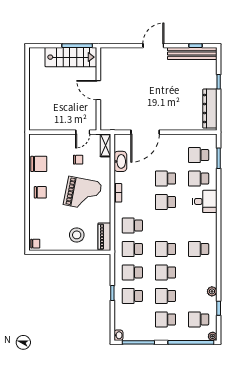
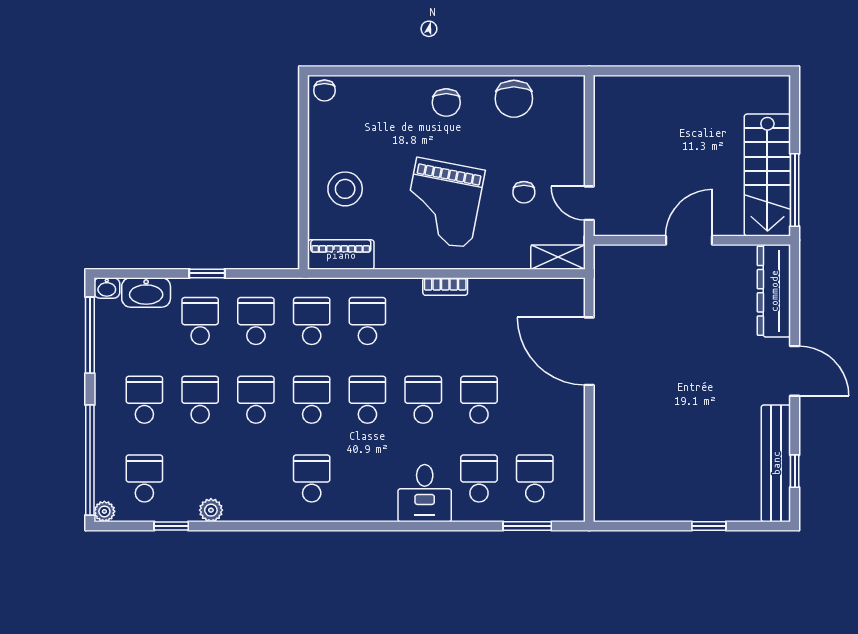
dresser: (210, 109) -> (774, 291), moved, turned -90
washbasin: (120, 161) -> (146, 292), moved
school desk: (165, 226) -> (367, 400), added

